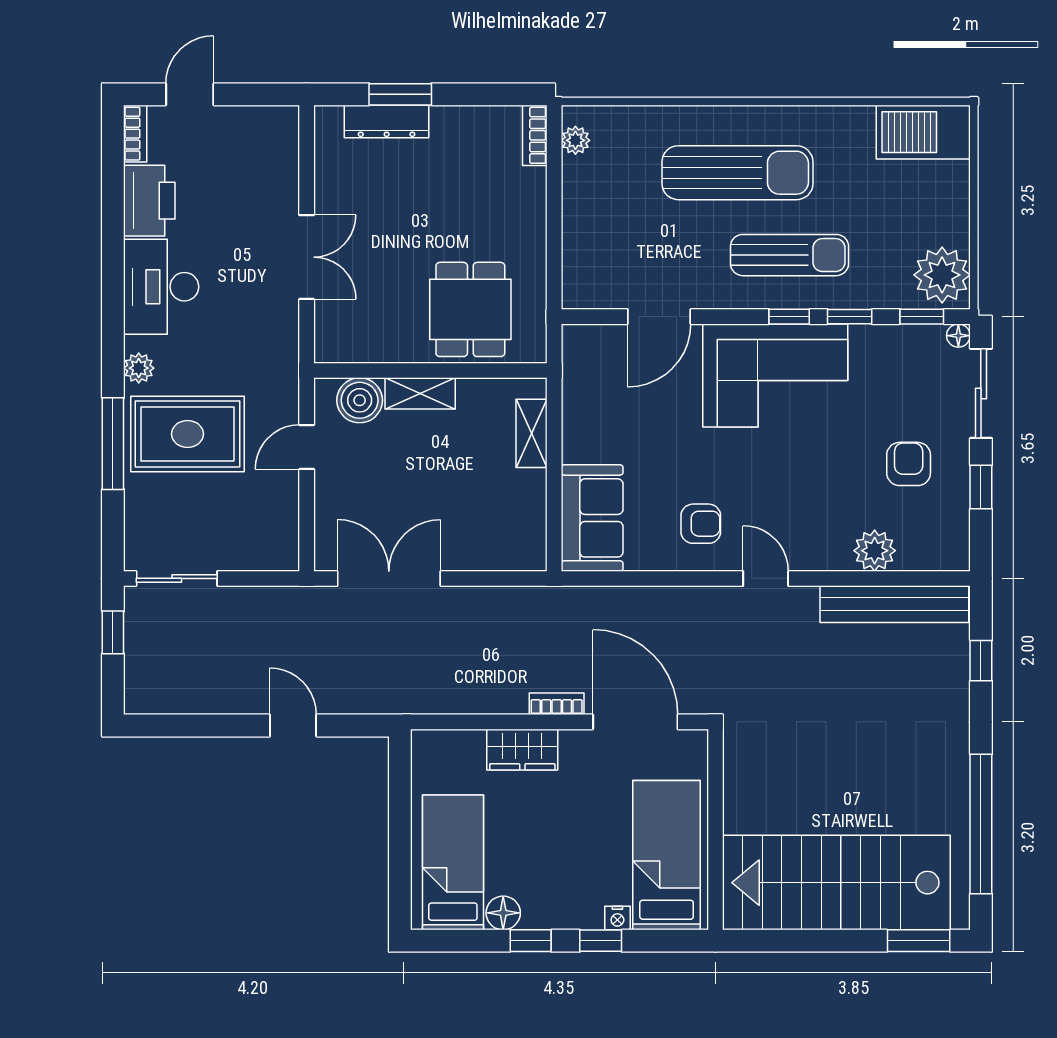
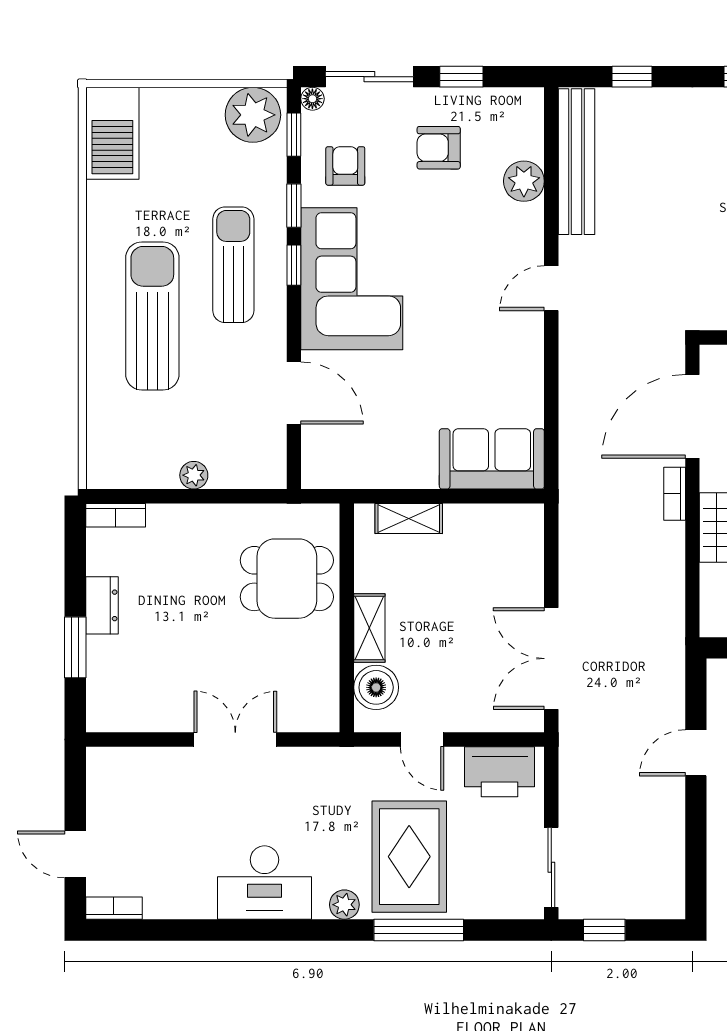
dresser: (387, 122) -> (102, 605), moved, width x0.70
plant: (575, 140) -> (194, 475), moved
printer: (149, 201) -> (500, 772), moved, turned 180
armchair: (701, 524) -> (345, 166), moved

